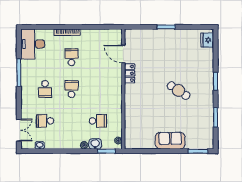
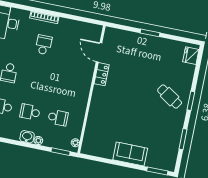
school desk: (71, 89) -> (30, 112), moved, turned -90
cafe table: (179, 91) -> (170, 97), moved
washbasin: (95, 144) -> (27, 137), moved

